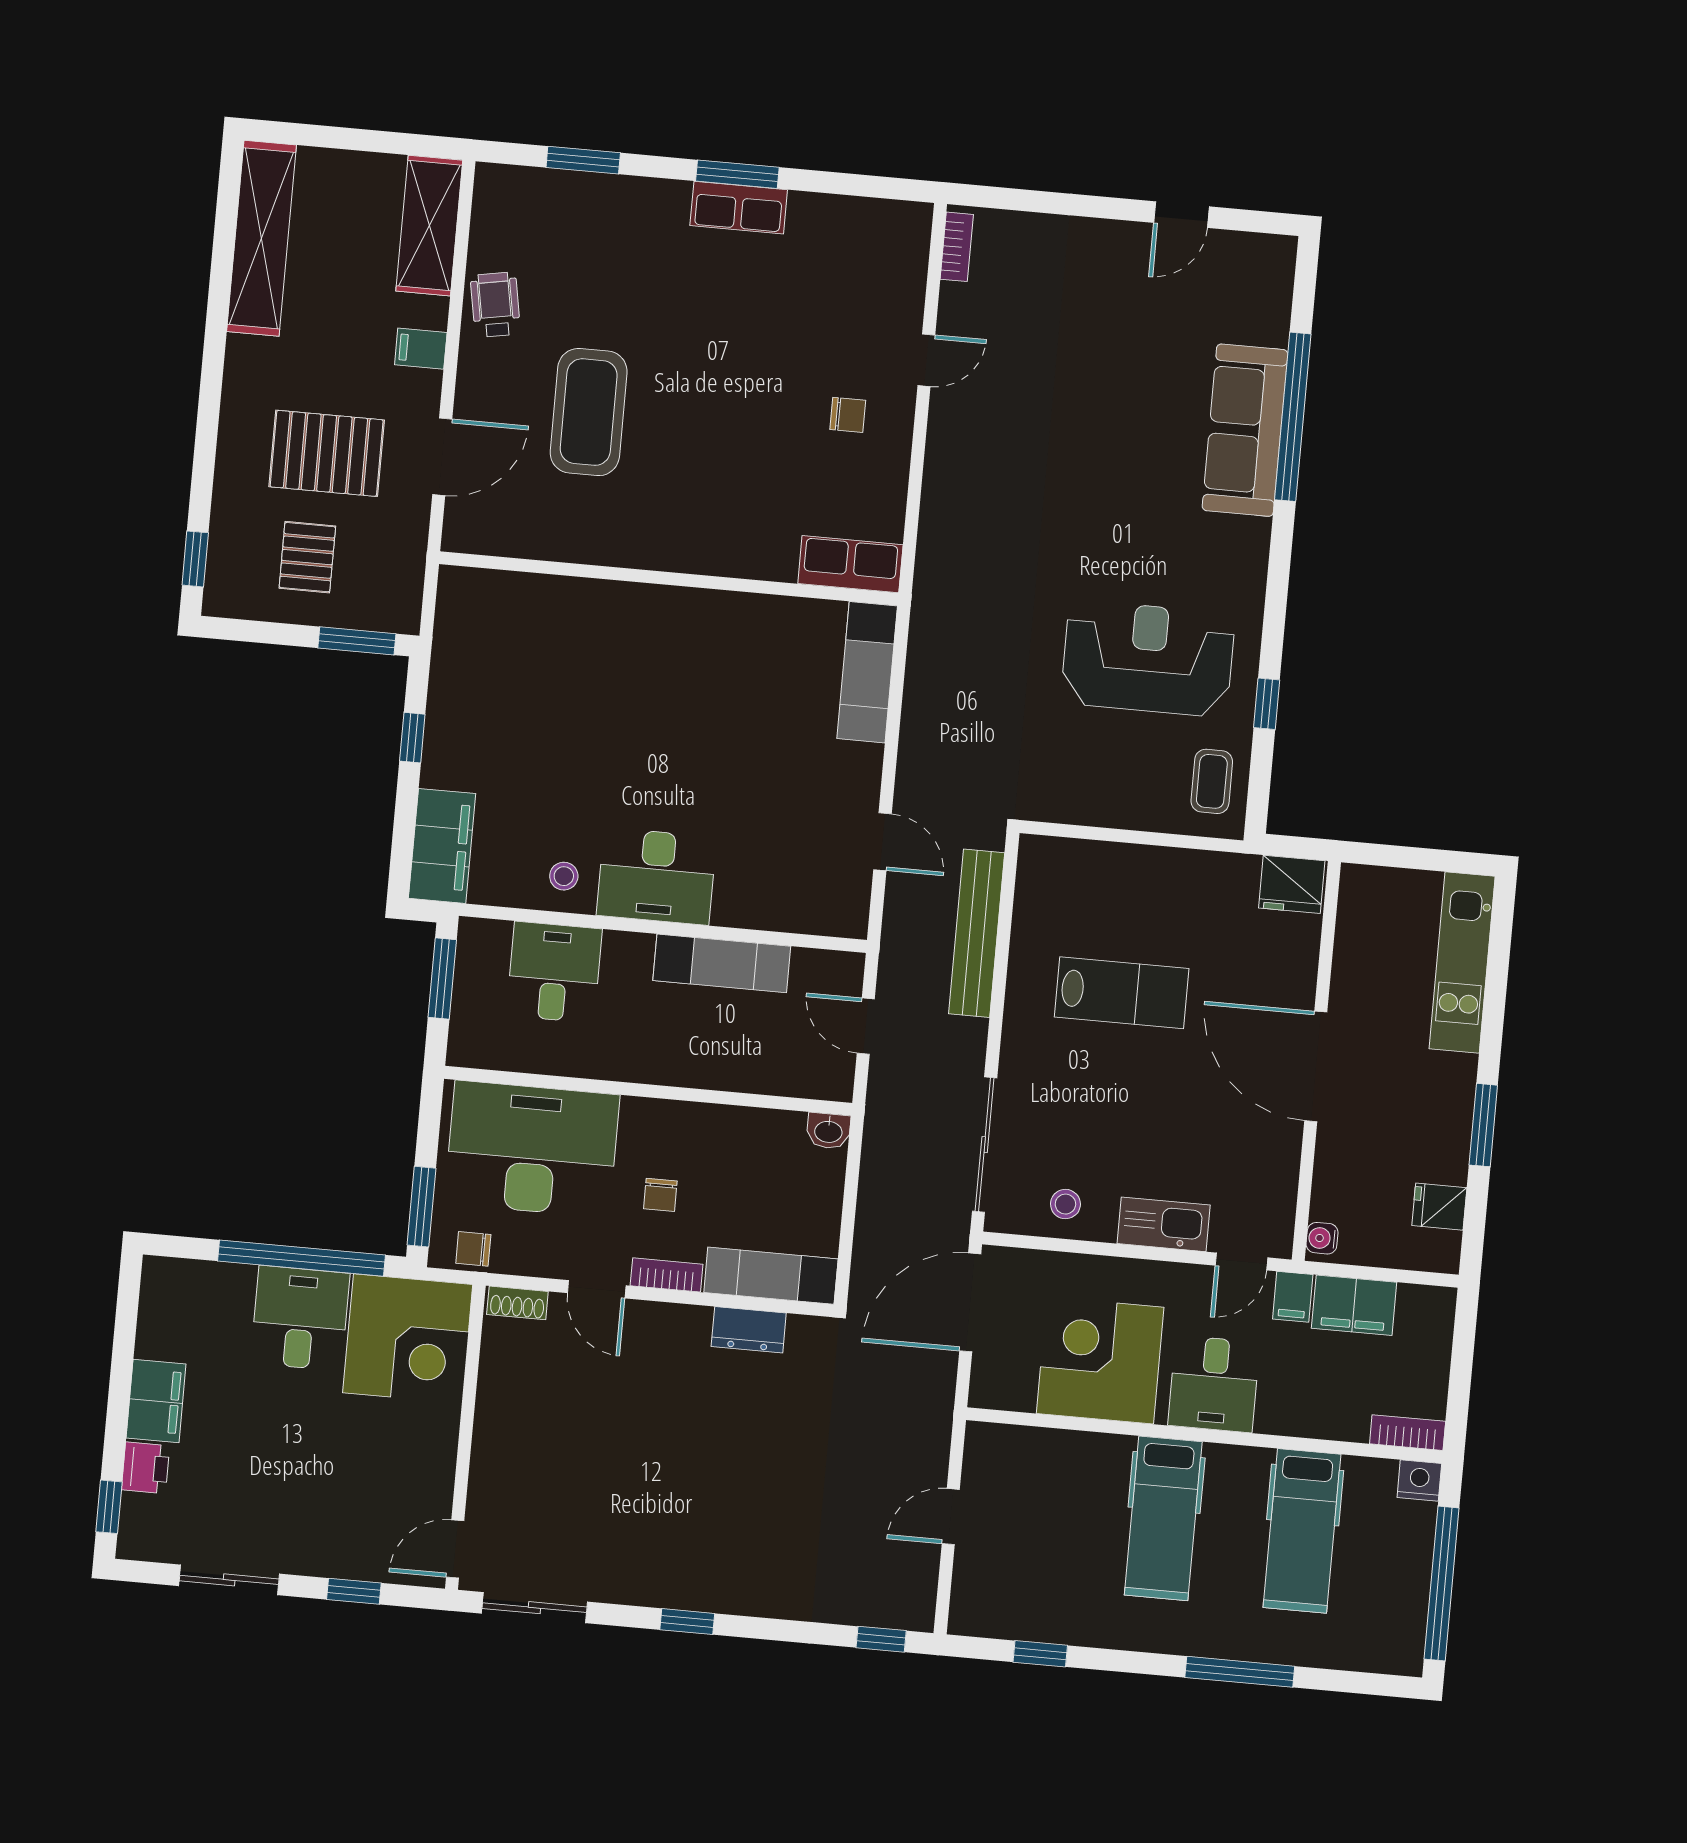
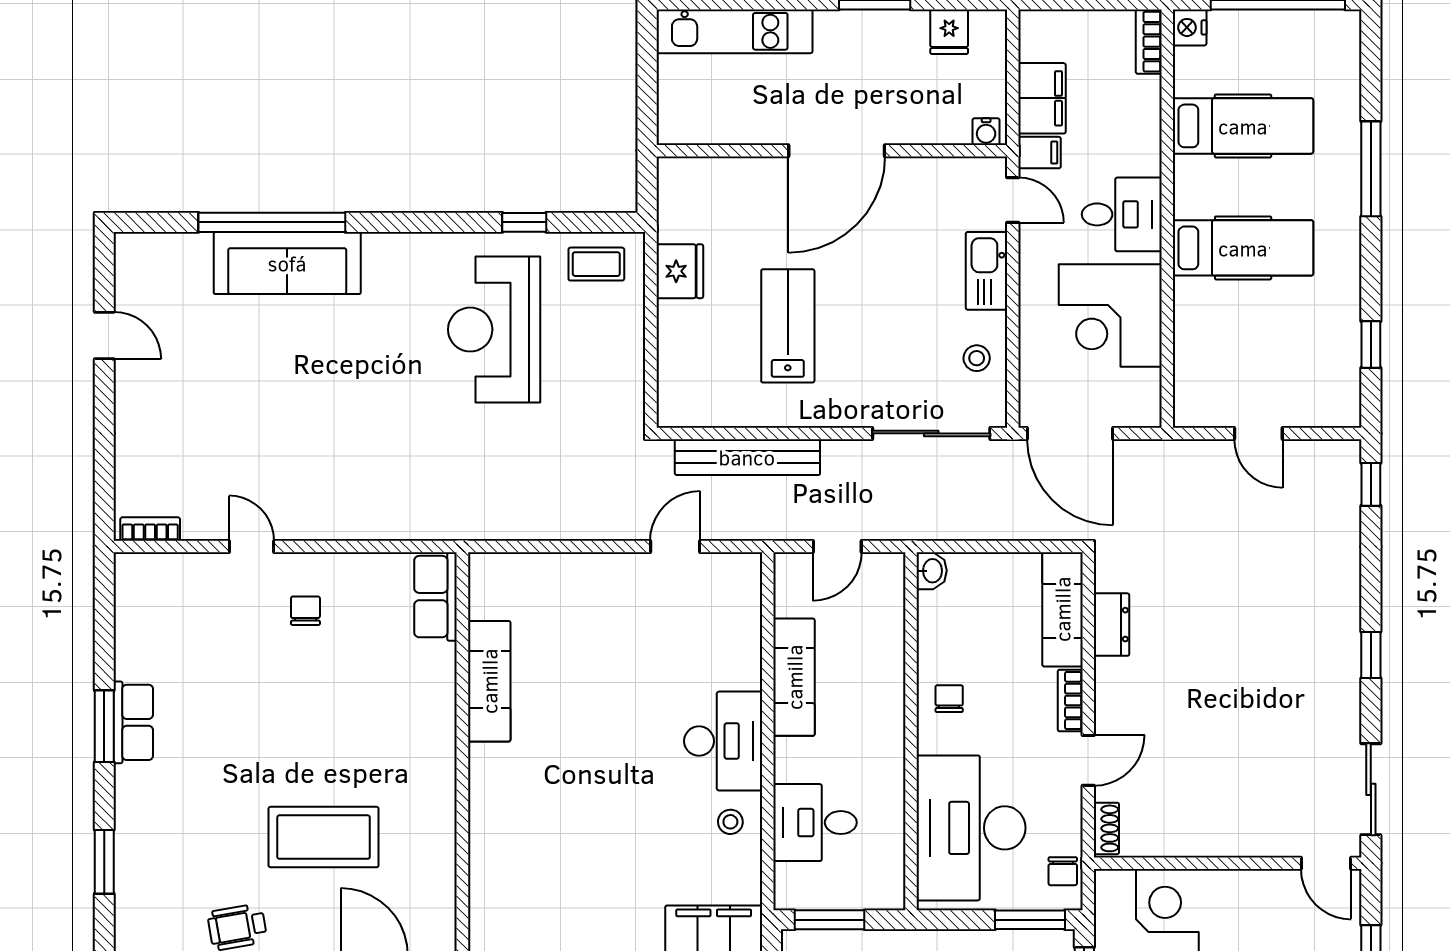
exam couch: (867, 672) -> (489, 681), moved, turned -90
fridge: (1292, 884) -> (680, 271), moved
chair: (660, 1195) -> (949, 699), moved, turned -90

